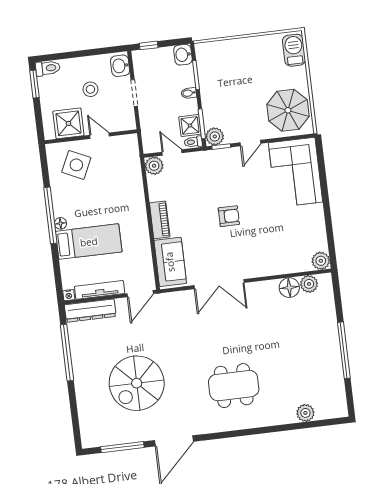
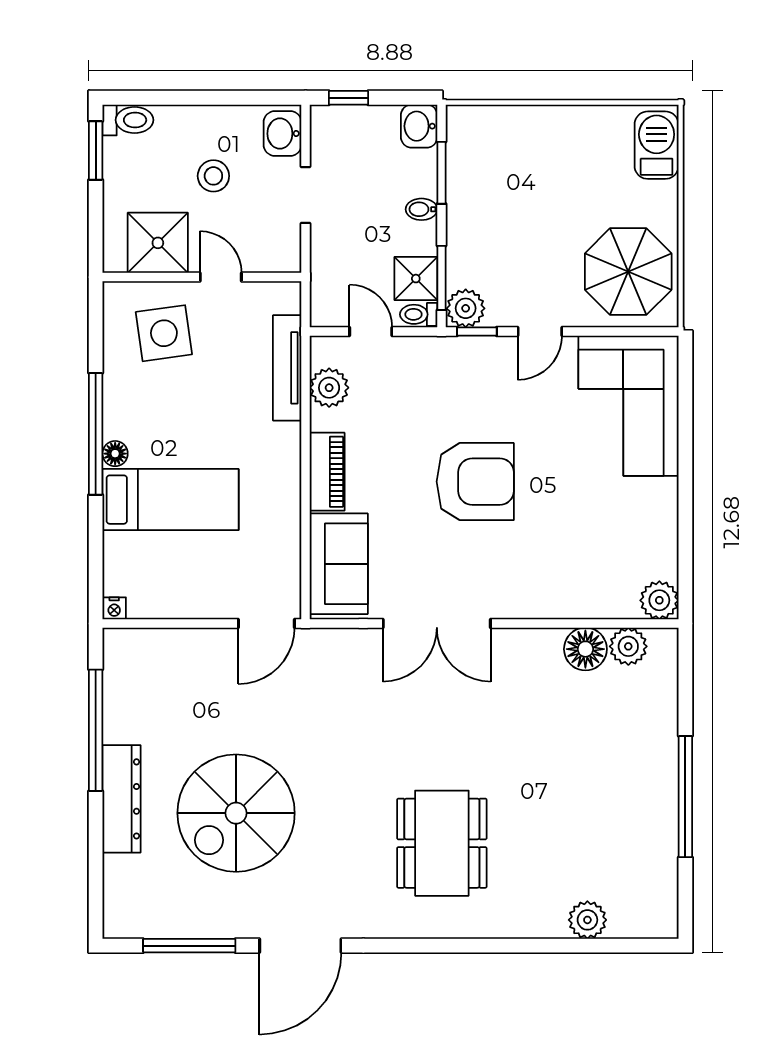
side table: (76, 165) -> (164, 333), turned -33
plant: (154, 166) -> (329, 388), moved
armchair: (229, 216) -> (475, 482), width x1.88, depth x1.88
tv unit: (100, 290) -> (287, 368), moved, turned -90
dresser: (90, 311) -> (122, 799), moved, turned -90
dining table: (234, 386) -> (442, 843), turned 90

